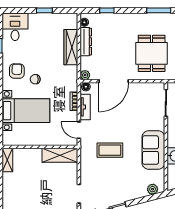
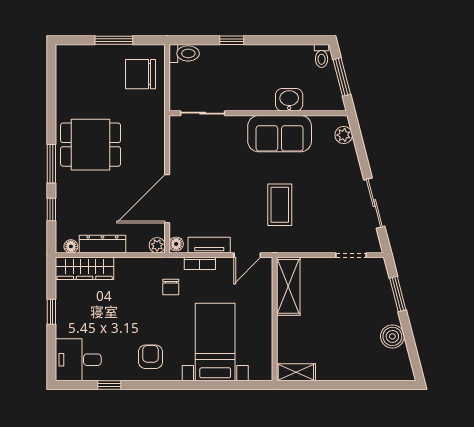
window: (159, 10) -> (51, 164), moved
wardrobe: (71, 47) -> (85, 268), moved
dining table: (152, 53) -> (91, 145), moved
armchair: (17, 71) -> (151, 357), turned 89
chair: (35, 79) -> (171, 287), moved
door: (114, 81) -> (167, 199), swing flipped

